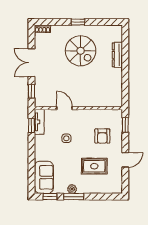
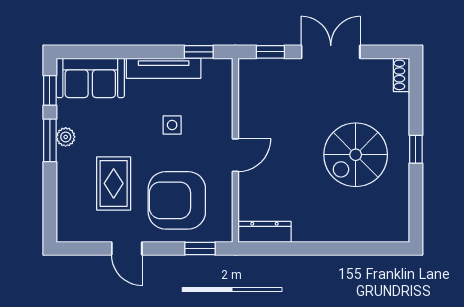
dresser: (117, 55) -> (264, 232), moved
door: (64, 108) -> (235, 155), moved
tv unit: (39, 122) -> (164, 68), moved, width x1.41
armchair: (102, 136) -> (177, 200), width x1.88, depth x1.88

